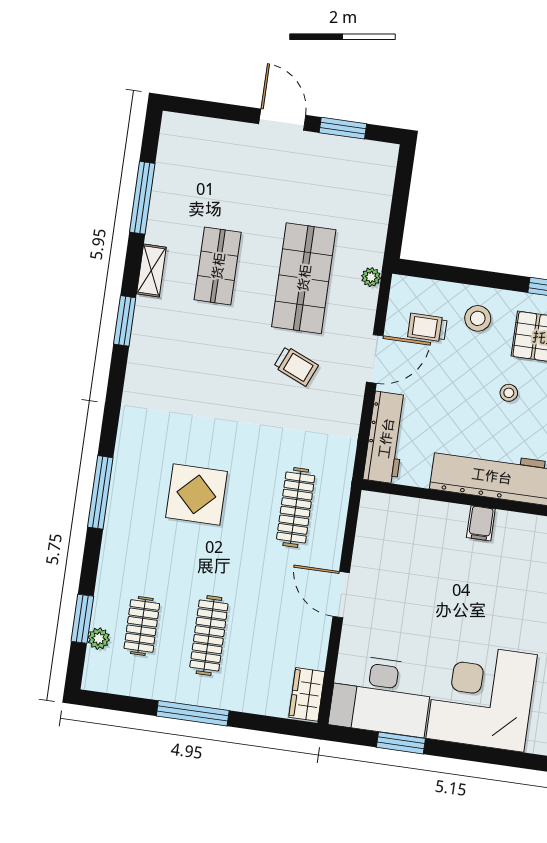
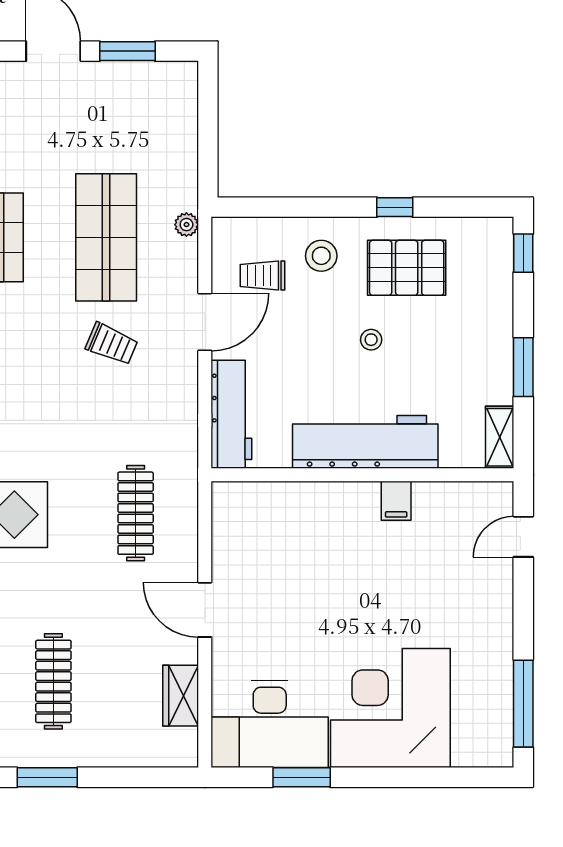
filing cabinet: (481, 523) -> (396, 501), moved
wardrobe: (307, 694) -> (181, 696), moved
window: (193, 713) -> (47, 777), width x0.69

